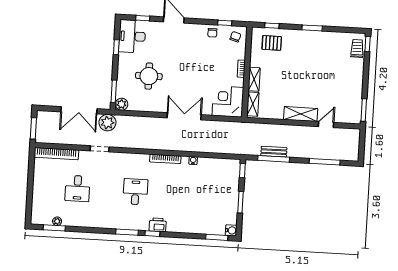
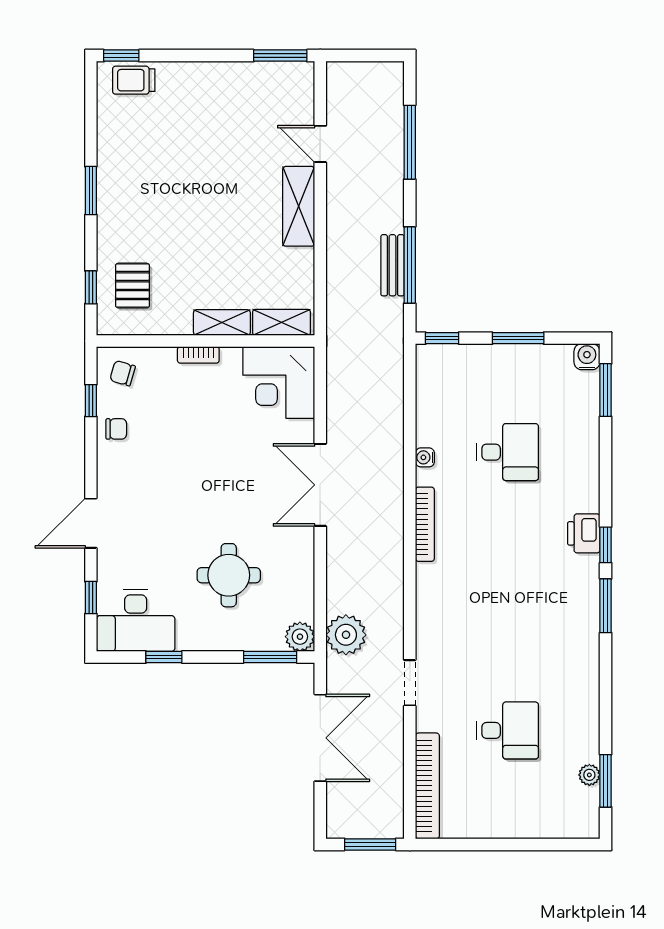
plant: (107, 123) -> (346, 635), moved
desk: (135, 192) -> (508, 452), moved, turned 180

